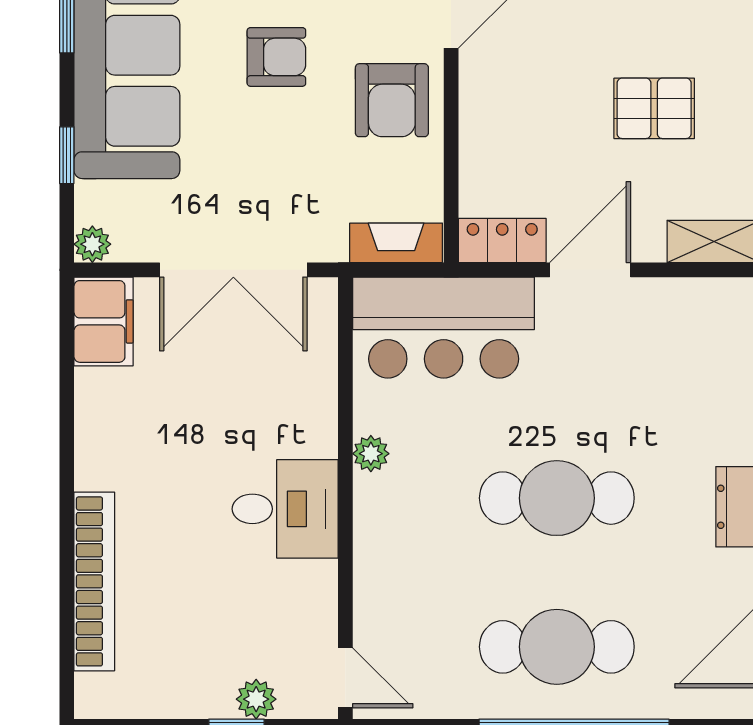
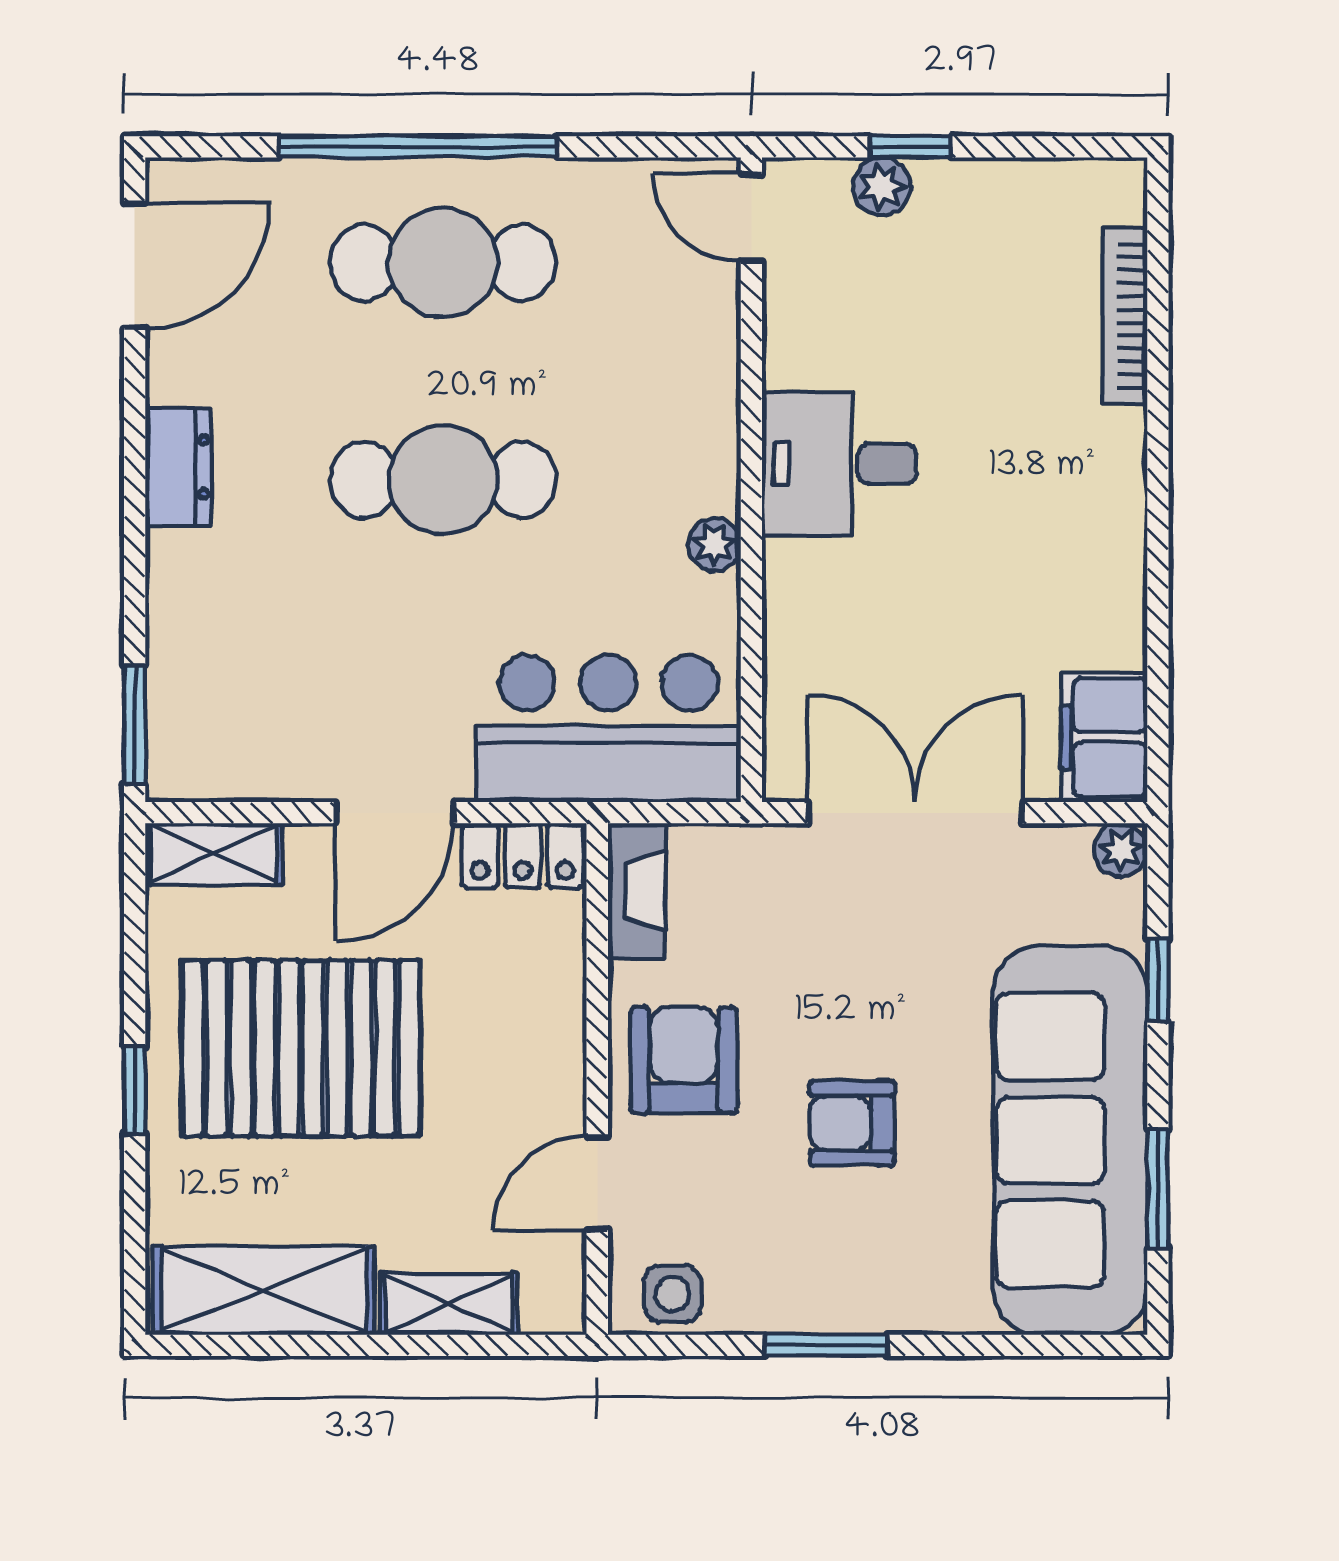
pallet: (654, 108) -> (301, 1048), width x2.05, depth x2.00
fireplace: (396, 243) -> (637, 891), moved, turned -90
bookcase: (94, 581) -> (1125, 316), width x0.68, depth x0.76

